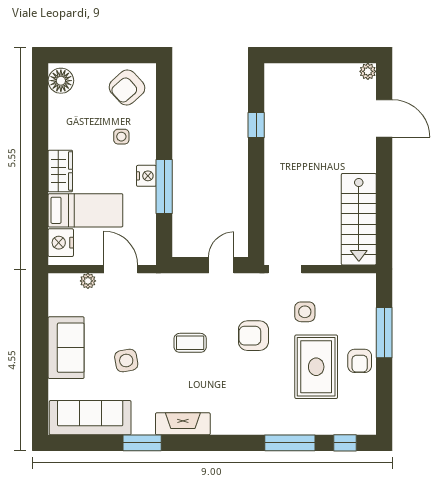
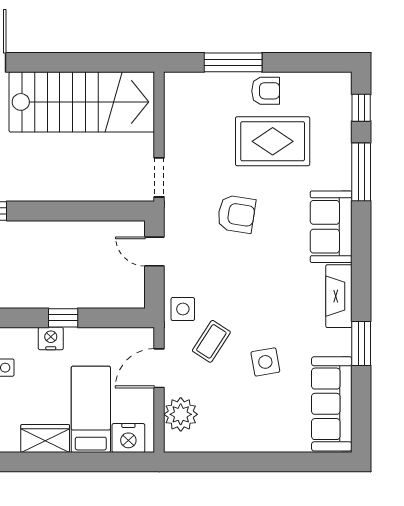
window: (164, 186) -> (63, 318), width x0.46
stairs: (359, 219) -> (82, 102), width x1.36, depth x1.51
plant: (88, 281) -> (181, 414), width x1.87, depth x1.87
side table: (305, 312) -> (183, 309), moved
armchair: (253, 336) -> (236, 214), turned -81
coffee table: (190, 343) -> (211, 341), moved, turned 33
sofa: (66, 348) -> (331, 227), moved, turned -90

